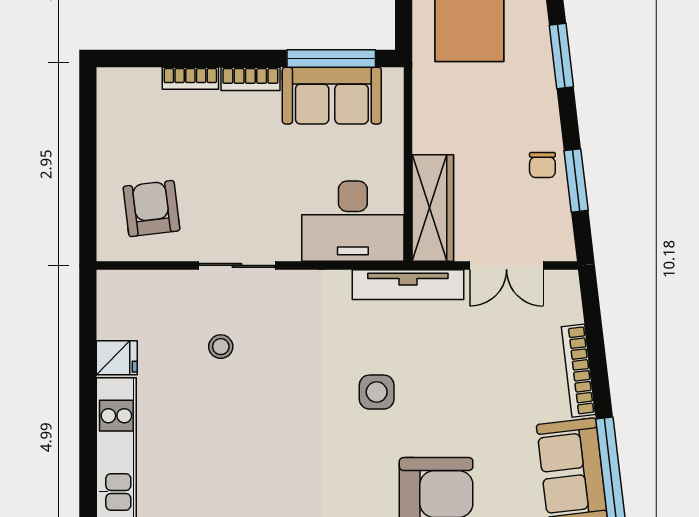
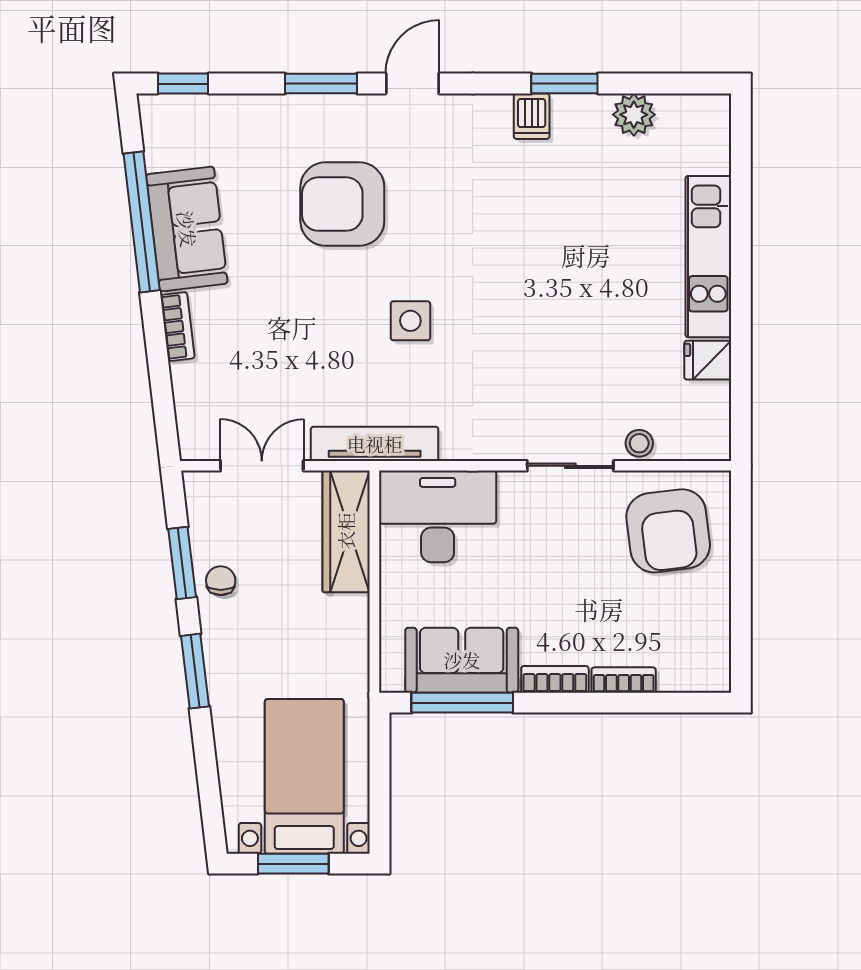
window: (561, 56) -> (195, 671), moved
armchair: (151, 209) -> (668, 531), width x1.36, depth x1.36
stool: (221, 347) -> (639, 443), moved
bookcase: (578, 371) -> (177, 327), width x0.64

